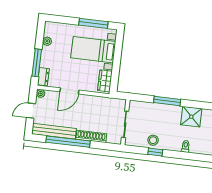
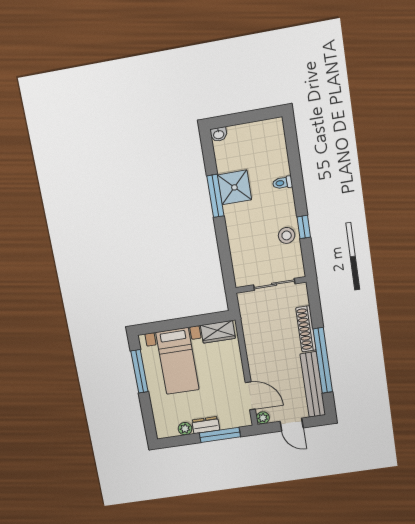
dresser: (43, 77) -> (206, 425), moved
door: (69, 91) -> (250, 396), moved
window: (167, 101) -> (215, 196), moved

